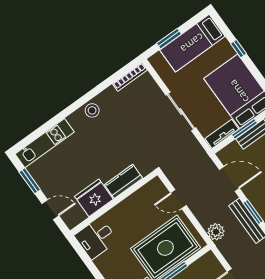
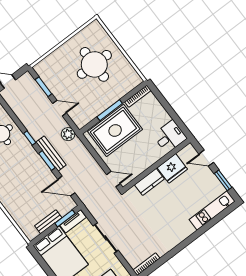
stool: (92, 110) -> (176, 237), removed
window: (244, 129) -> (65, 218), moved
door: (178, 199) -> (113, 179), moved
plant: (216, 232) -> (68, 134), moved

